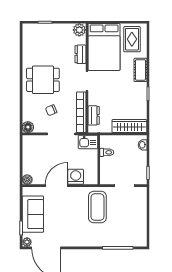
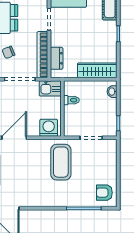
washing machine: (76, 177) -> (49, 128), moved
armchair: (136, 234) -> (104, 193), added

